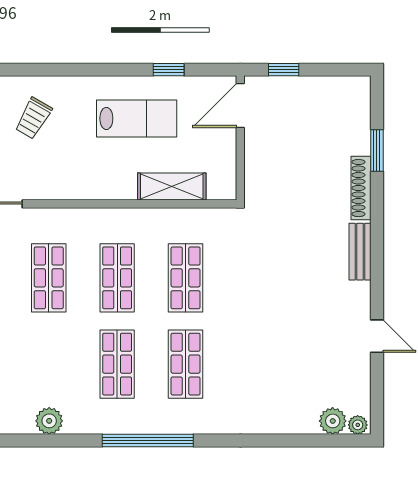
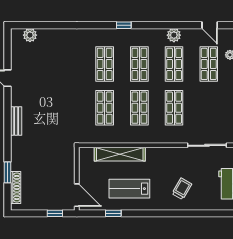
door: (240, 105) -> (77, 195), hinge flipped
shelving: (172, 187) -> (120, 154), width x1.47
shoe rack: (361, 188) -> (16, 187), moved
shop shelf: (49, 364) -> (174, 64), added
plant: (358, 425) -> (17, 33), removed
window: (148, 441) -> (124, 25), width x0.32

